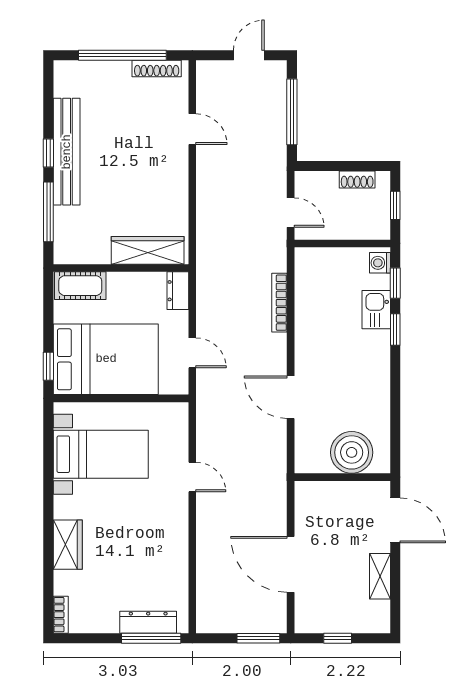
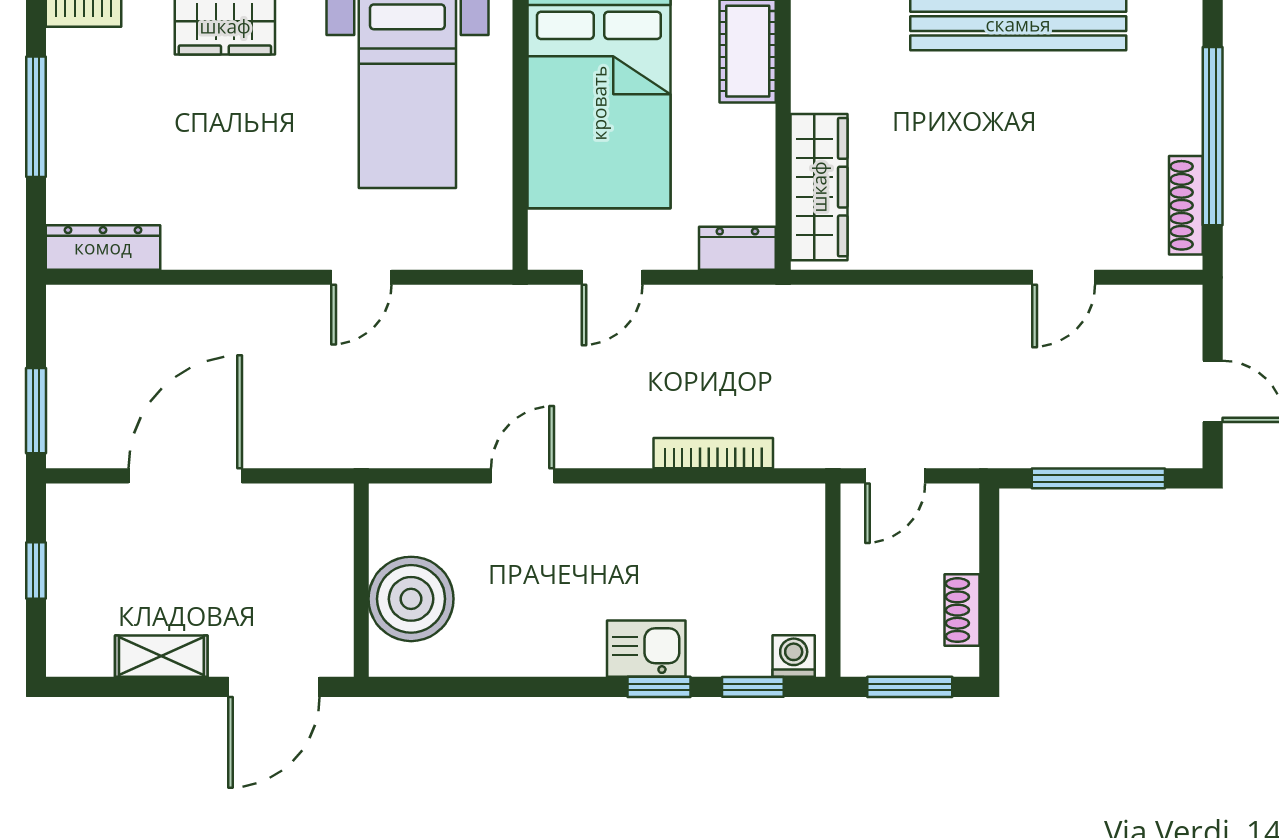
window: (395, 205) -> (910, 687), width x1.50
kitchen sink: (376, 310) -> (646, 649), moved
door: (291, 397) -> (523, 476), width x0.73
dresser: (148, 622) -> (103, 247), moved, turned -90
window: (151, 638) -> (36, 117), moved

